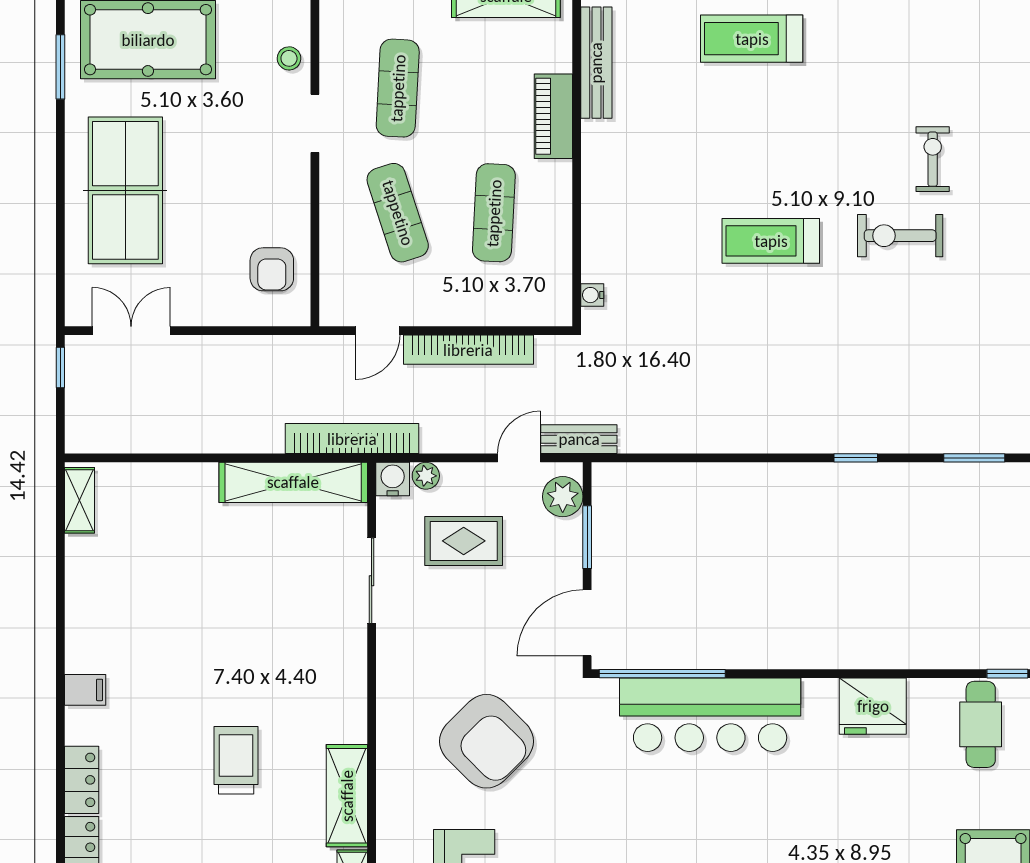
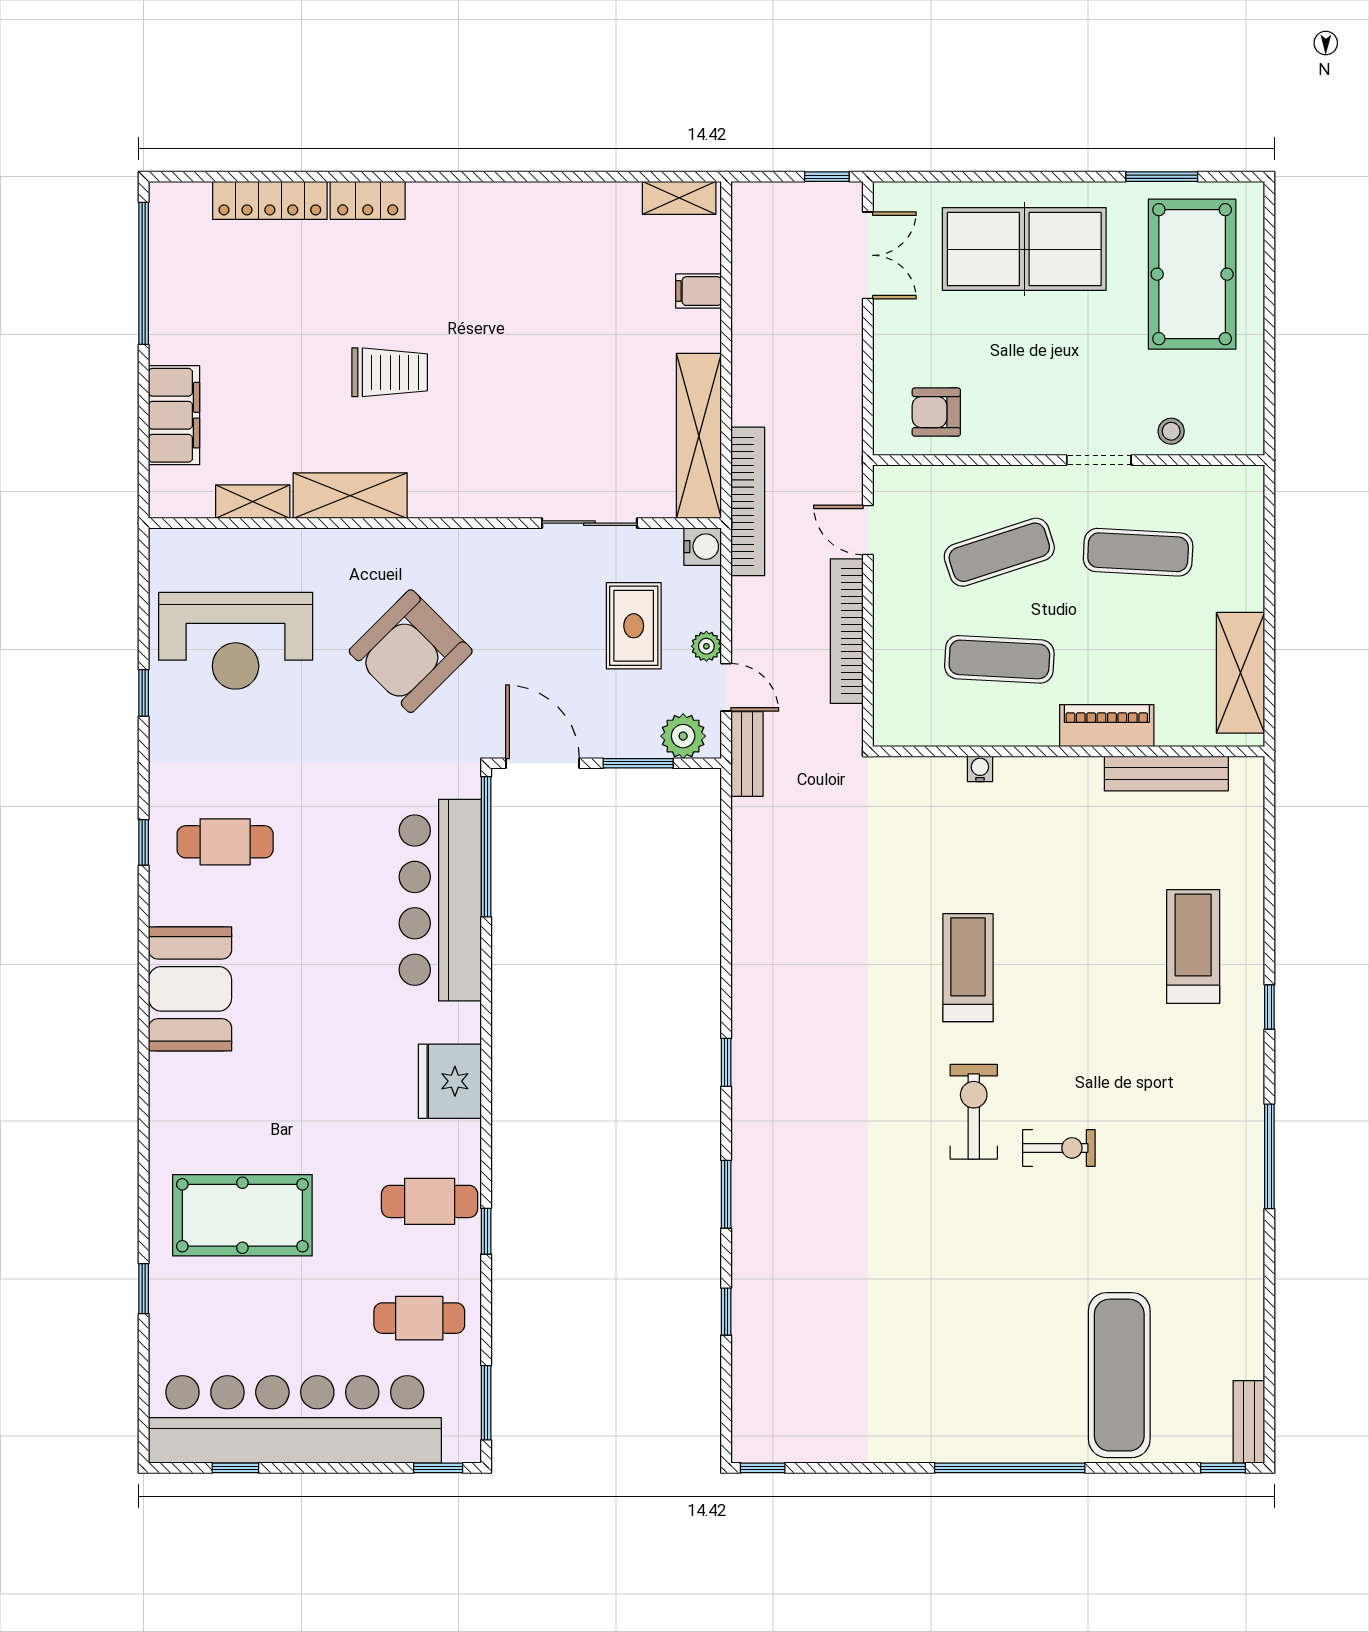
water cooler: (592, 295) -> (980, 769), moved
plant: (426, 476) -> (706, 646), moved
filing cabinet: (85, 690) -> (699, 291), moved, turned 90

